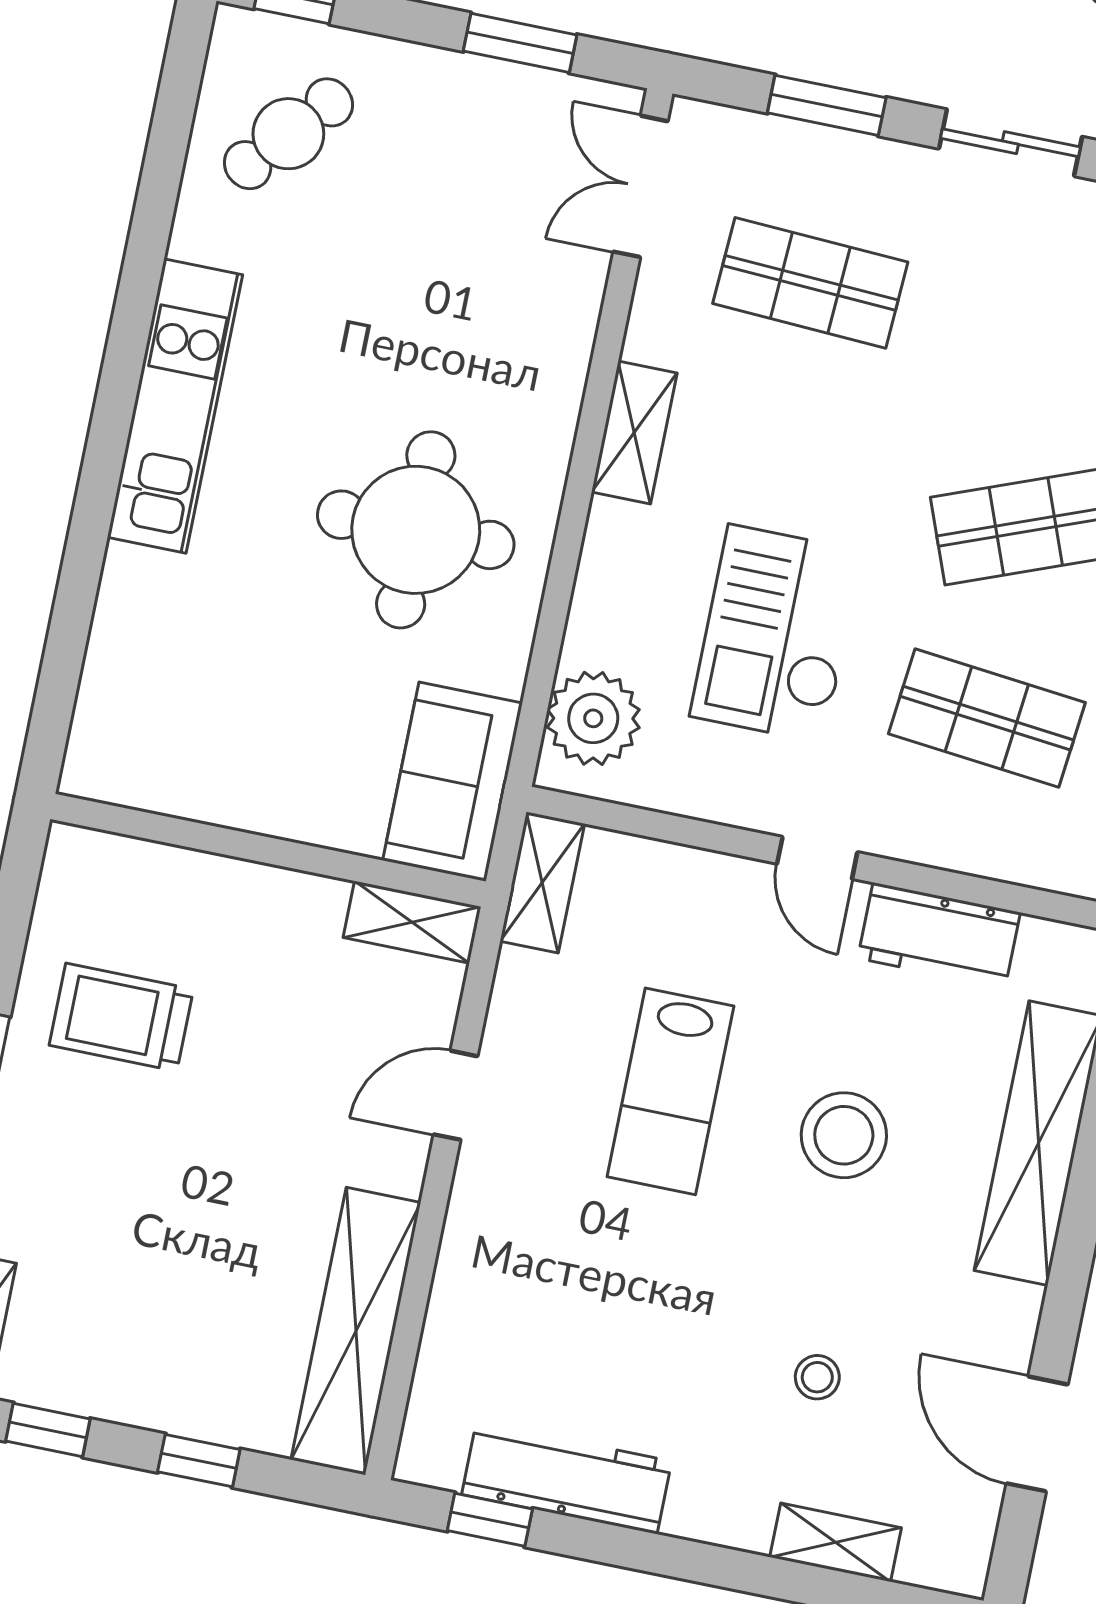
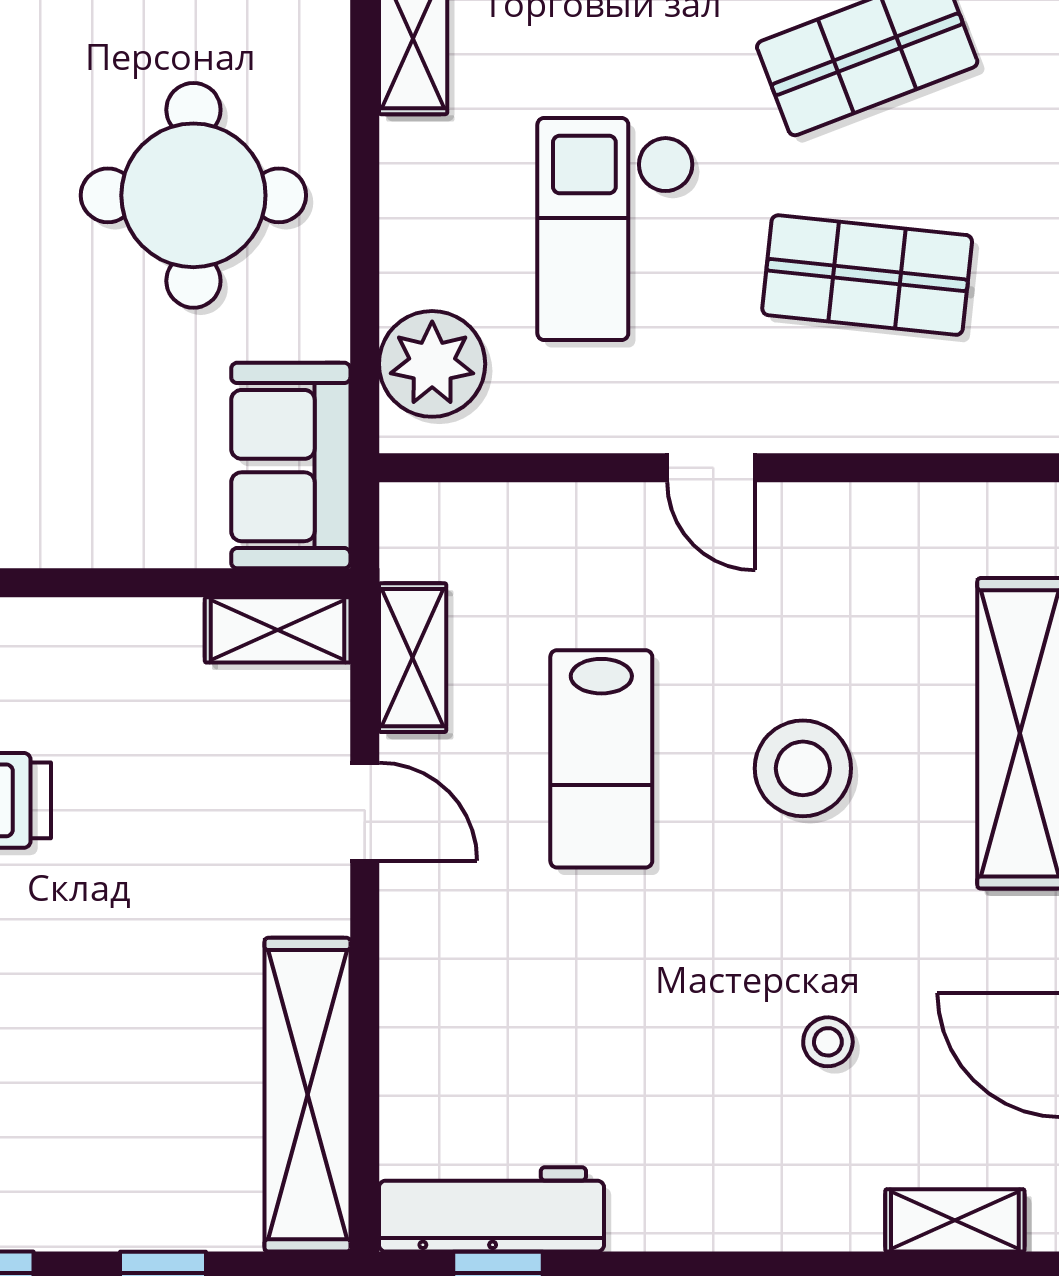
shelving: (542, 882) -> (413, 658), moved
workbench: (939, 935) -> (863, 526), removed
door: (456, 1095) -> (365, 812), swing flipped
workbench: (567, 1478) -> (491, 1209), moved
shelving: (836, 1542) -> (955, 1220), moved

